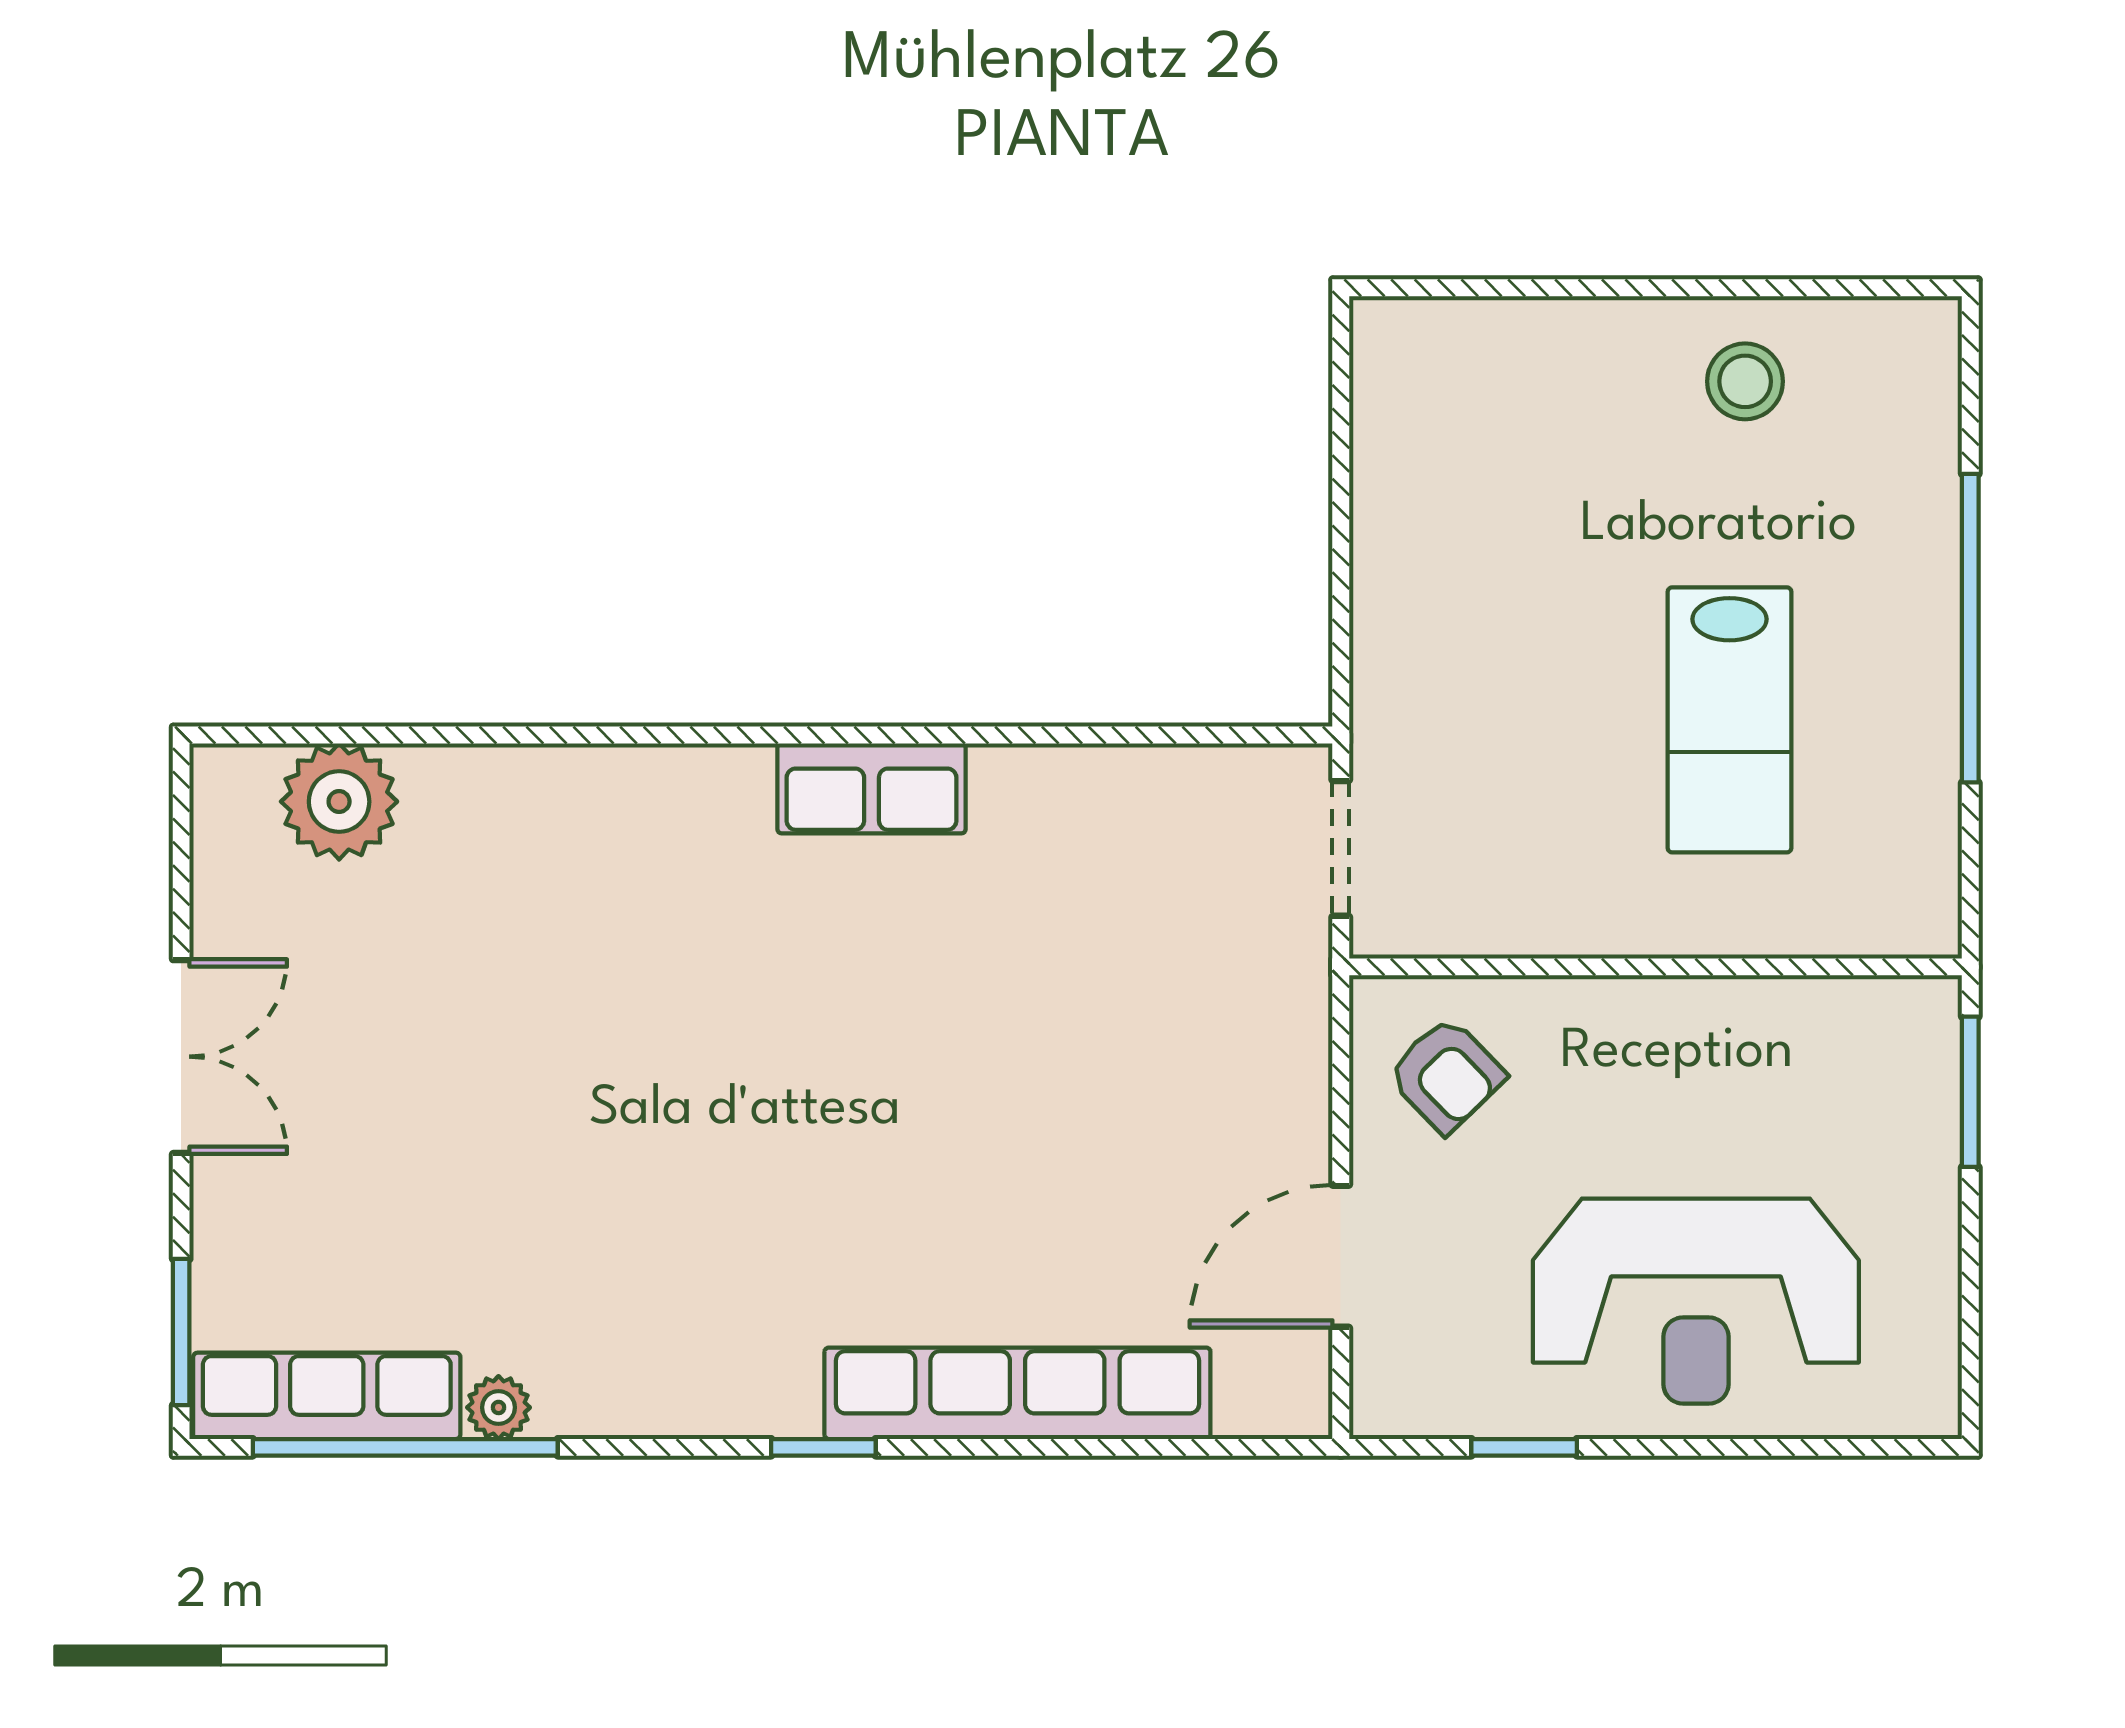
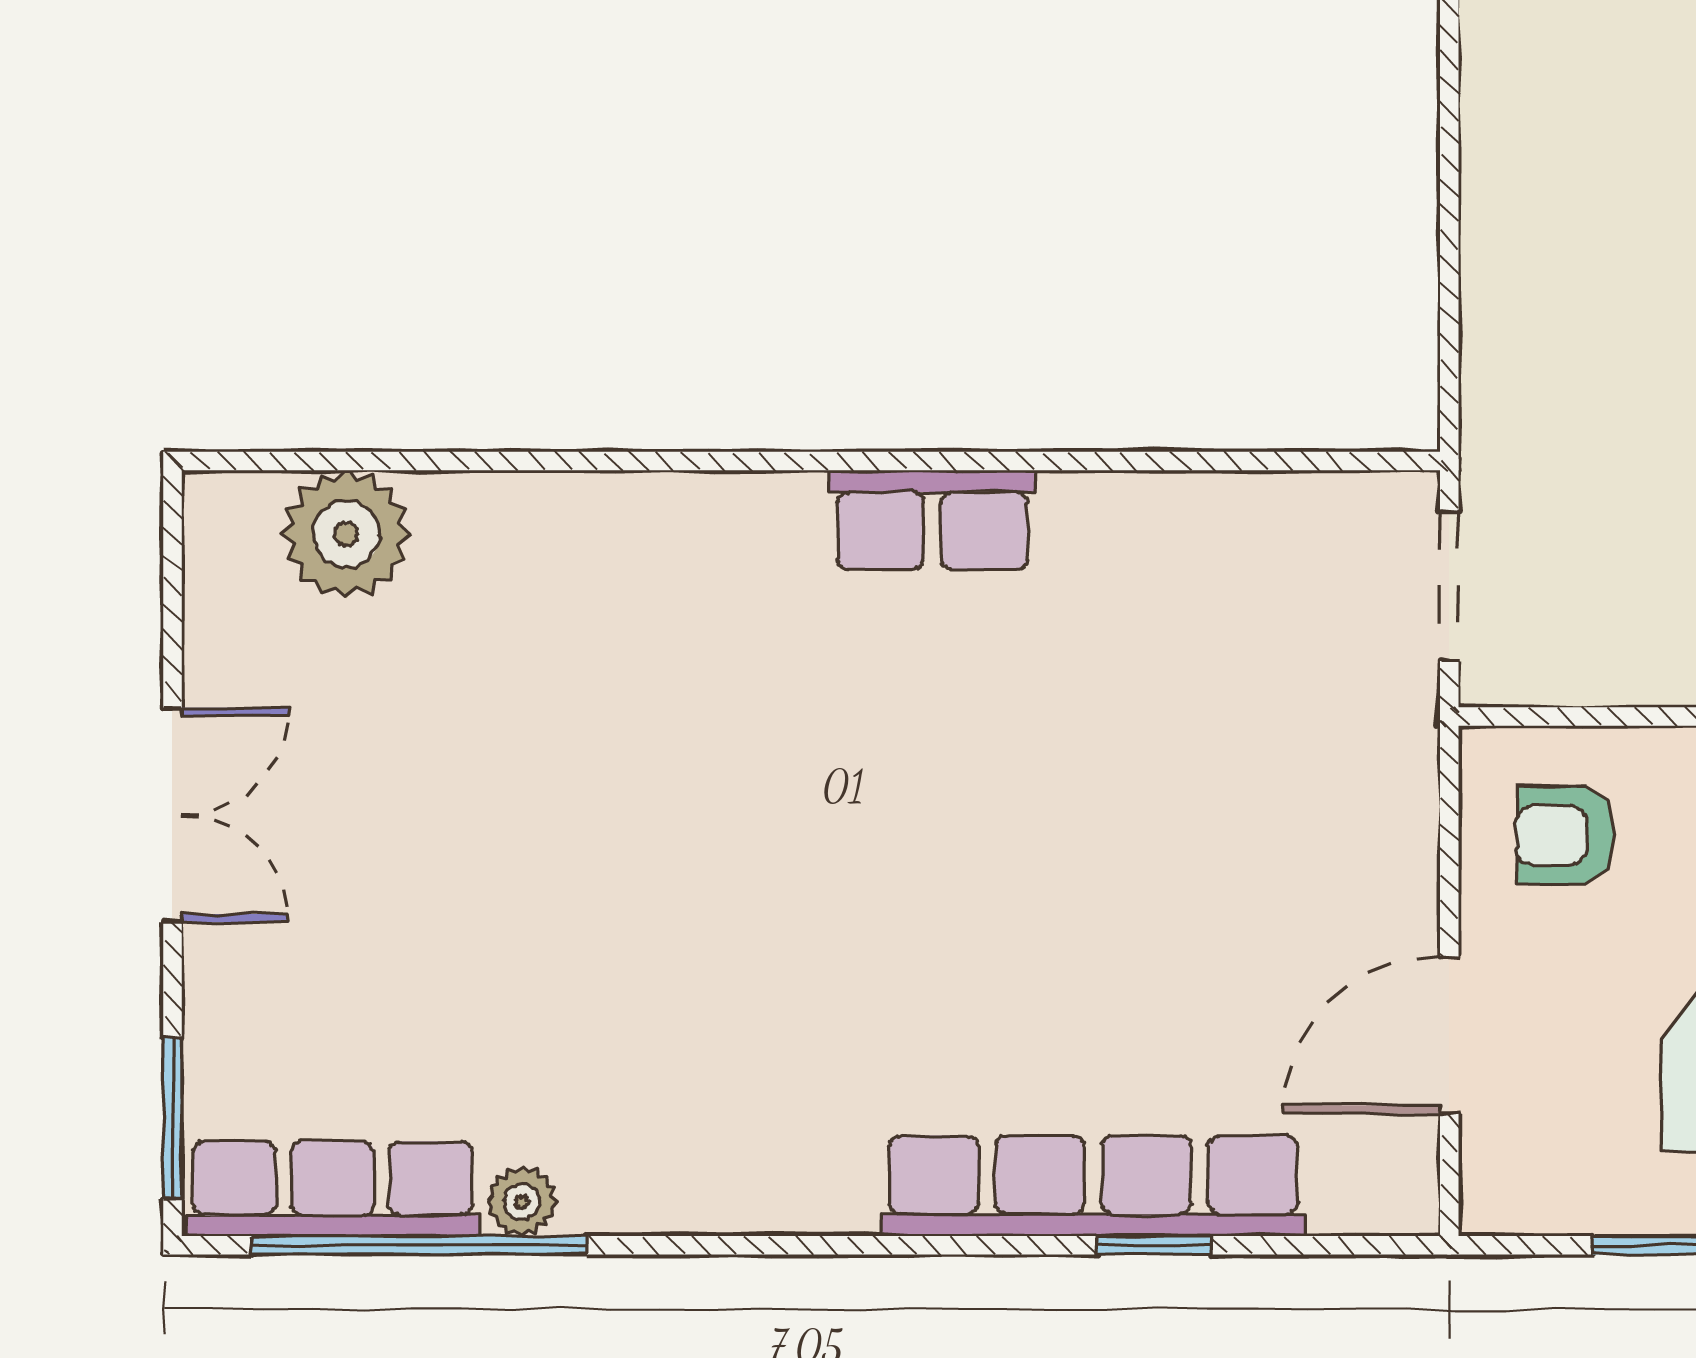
armchair: (1446, 1075) -> (1565, 835), turned 134
window: (823, 1447) -> (1154, 1245), moved

